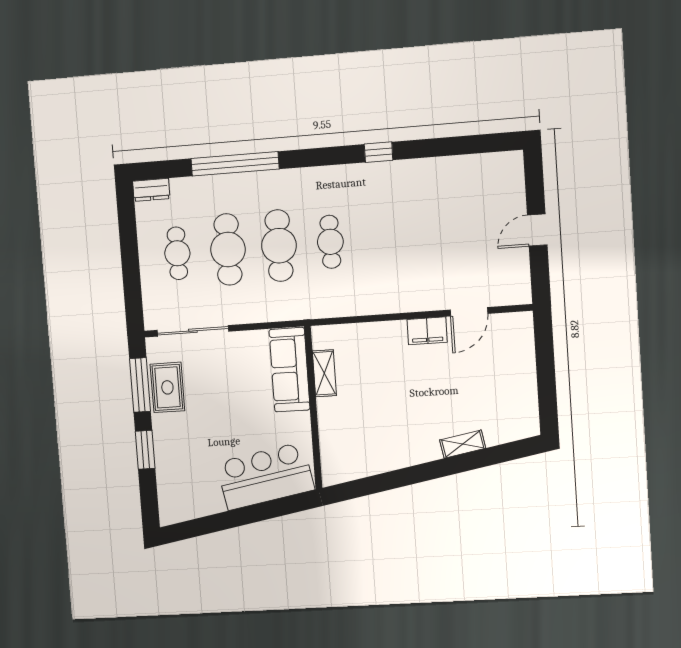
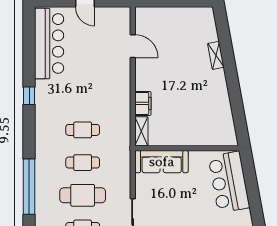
bar counter: (465, 178) -> (49, 44), added
cafe table: (279, 246) -> (83, 163), width x0.73, depth x0.74
filing cabinet: (427, 331) -> (143, 103), moved
shelving: (324, 373) -> (141, 131), moved, turned 90

